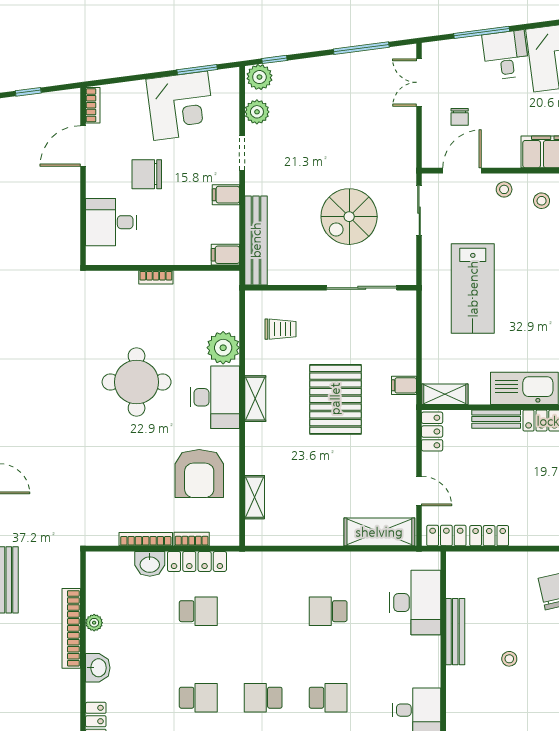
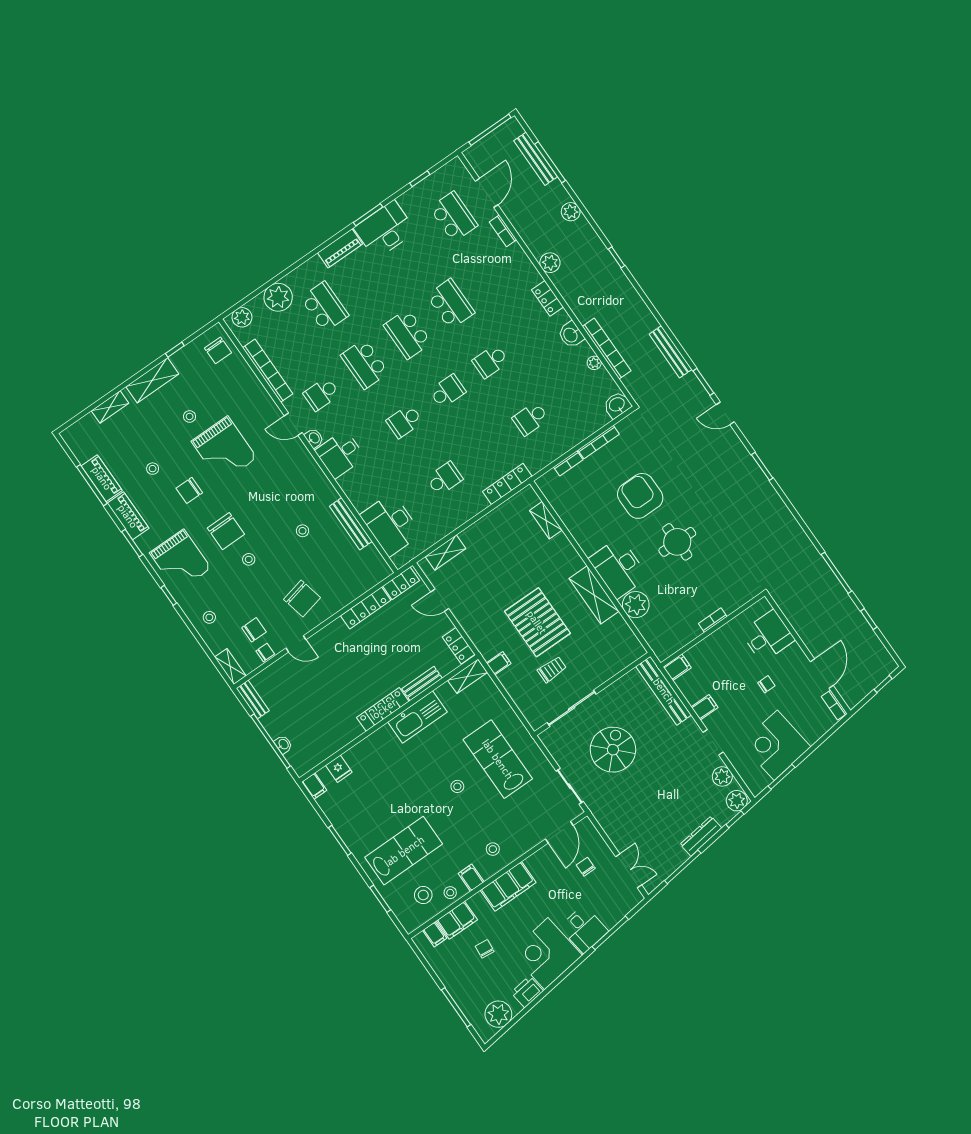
dresser: (321, 66) -> (701, 836), added
chair: (147, 174) -> (766, 684), width x0.54, depth x0.54
stool: (504, 189) -> (457, 786), moved
trolley: (280, 329) -> (552, 669), moved, turned 180
round table: (137, 382) -> (677, 542), width x0.73, depth x0.73
shelving: (255, 399) -> (594, 595), width x1.50, depth x1.33
armchair: (199, 474) -> (640, 496), moved
shelving: (379, 532) -> (446, 552), width x0.67, depth x0.75
locker: (489, 536) -> (366, 608), width x1.53
locker: (197, 561) -> (507, 484), moved
washbasin: (150, 564) -> (617, 405), moved

